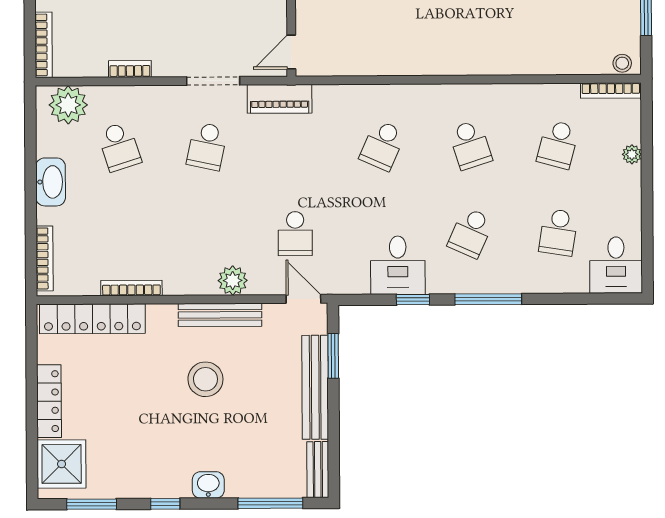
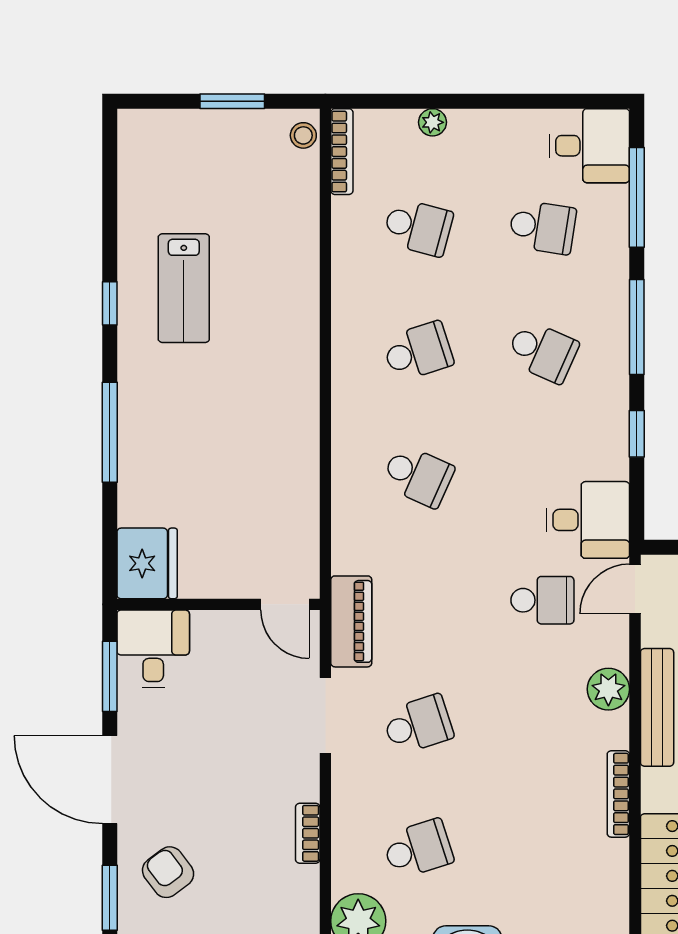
school desk: (207, 146) -> (418, 725), turned -30
desk: (398, 265) -> (588, 520), moved
bookcase: (131, 288) -> (618, 794), moved
window: (580, 299) -> (637, 197), added

